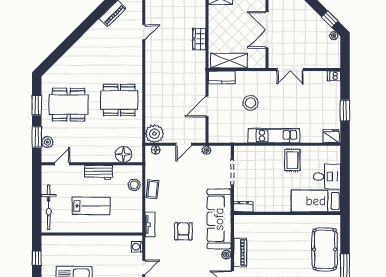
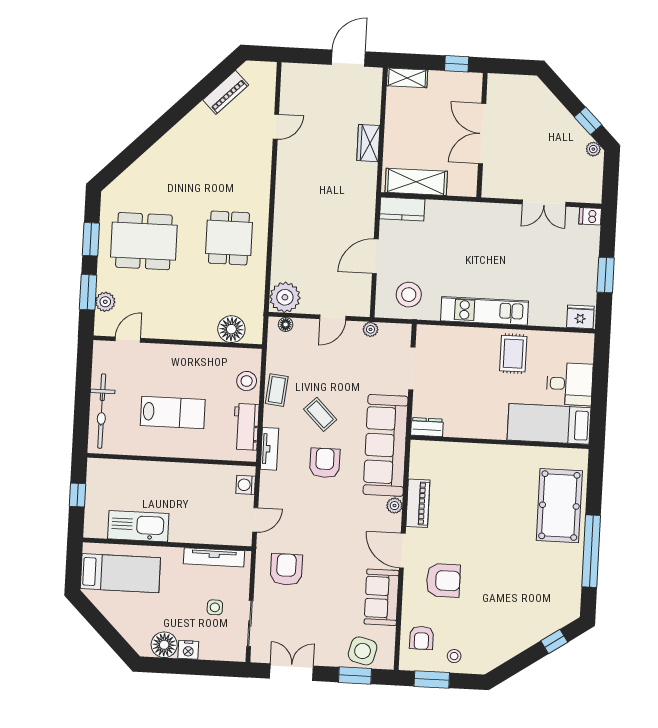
double door: (290, 69) -> (544, 203), moved
dining table: (119, 100) -> (229, 238), width x0.73
stool: (250, 103) -> (409, 295), moved
workbench: (99, 172) -> (246, 427), moved, turned 90
coffee table: (179, 202) -> (320, 414), added

